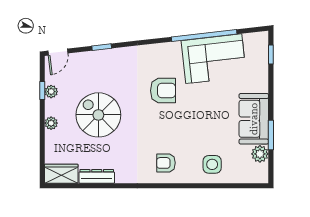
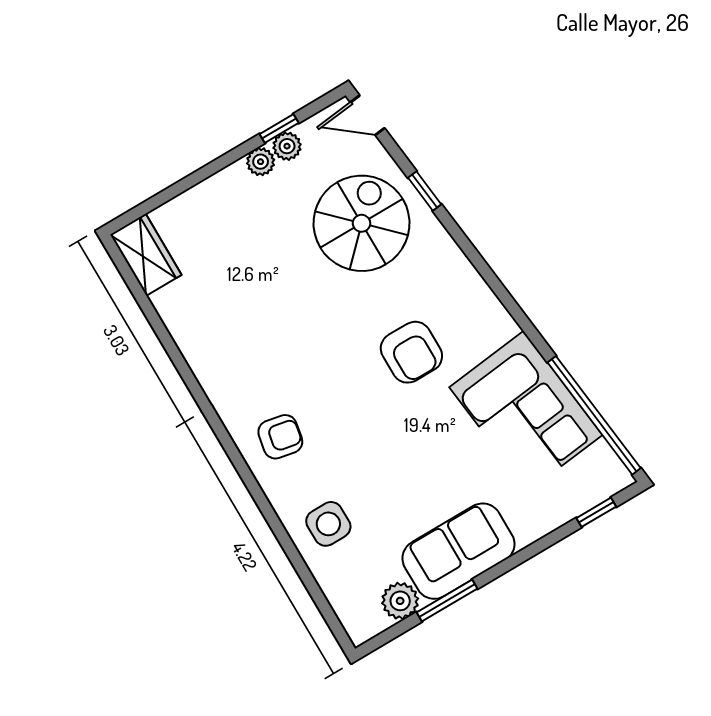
window: (204, 35) -> (594, 415), moved
spiral stairs: (98, 115) -> (362, 223), moved
plant: (51, 123) -> (261, 162), moved
armchair: (166, 163) -> (280, 437), turned 101
dresser: (97, 176) -> (180, 323), removed

